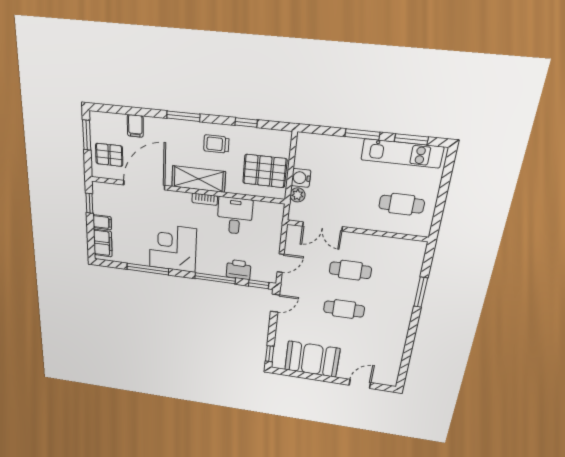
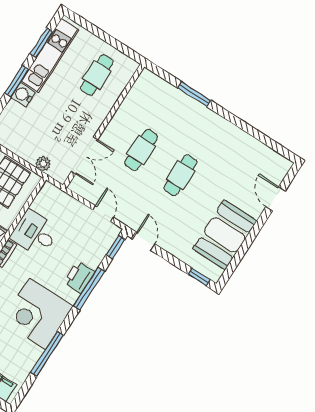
water cooler: (301, 178) -> (23, 95), moved, turned 90
printer: (239, 270) -> (79, 277), moved

